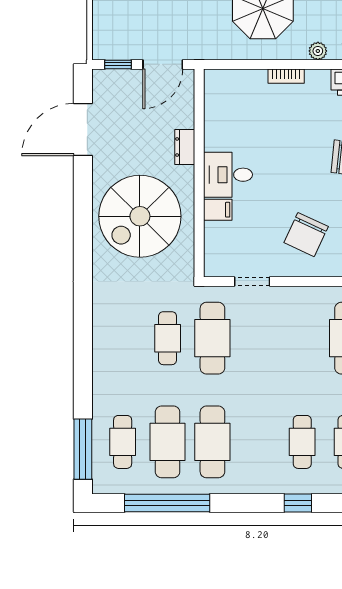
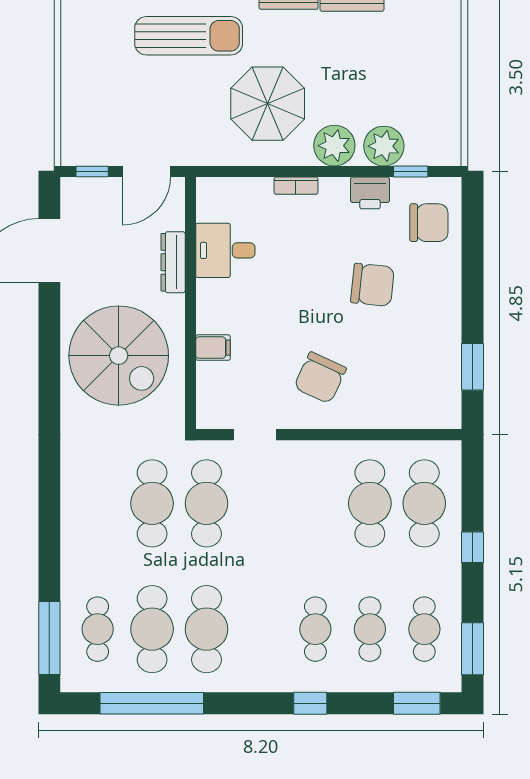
plant: (318, 51) -> (334, 146), width x1.87, depth x1.87
dresser: (185, 147) -> (173, 262), width x1.44
desk: (228, 175) -> (225, 250), moved
spiral stairs: (140, 216) -> (119, 356), turned -90
cafe table: (168, 338) -> (152, 503), width x1.37, depth x1.35

